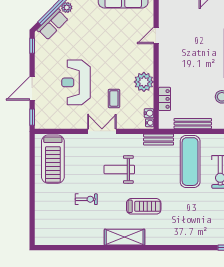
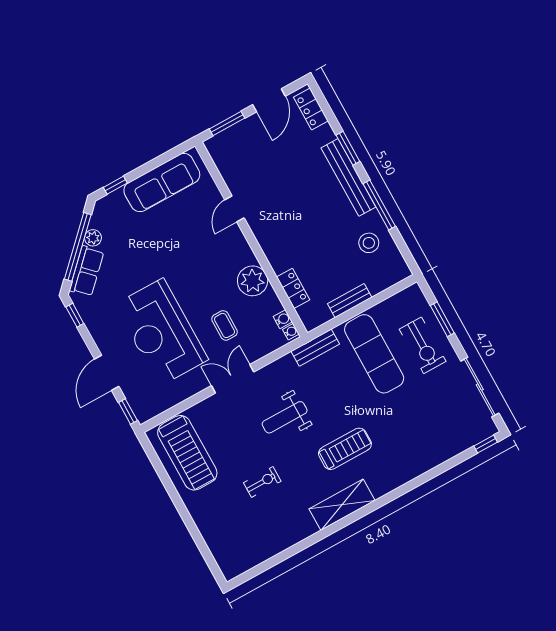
reception desk: (76, 82) -> (161, 332), width x1.36, depth x1.30
bench: (193, 124) -> (350, 301), width x0.73

